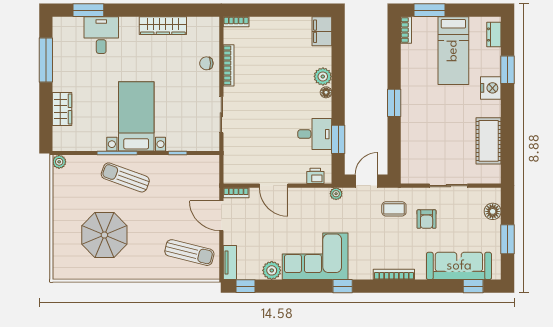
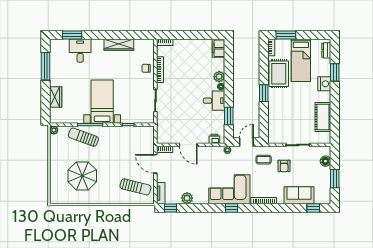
rug: (418, 72) -> (279, 74), added
desk: (315, 134) -> (214, 101), moved
sun lounger: (125, 177) -> (83, 137), moved
corner sofa: (315, 256) -> (229, 189), moved
sofa: (459, 266) -> (299, 195), width x0.73

